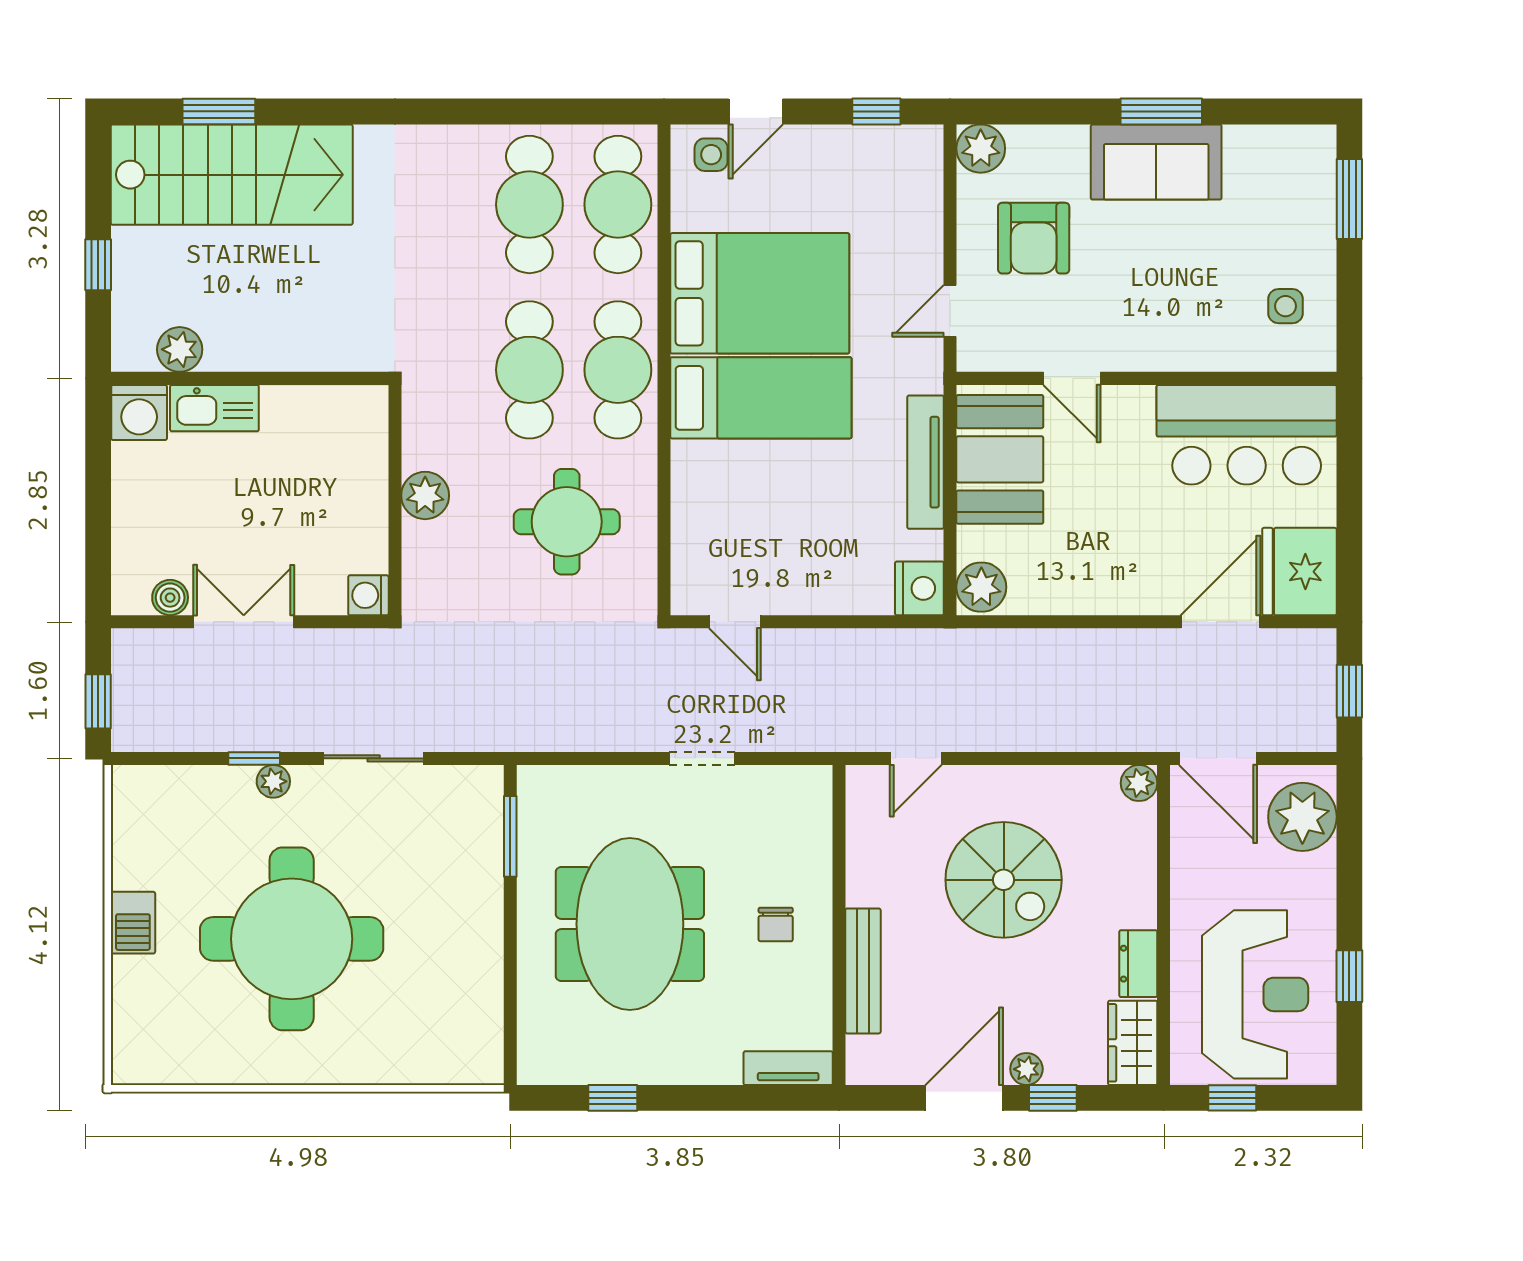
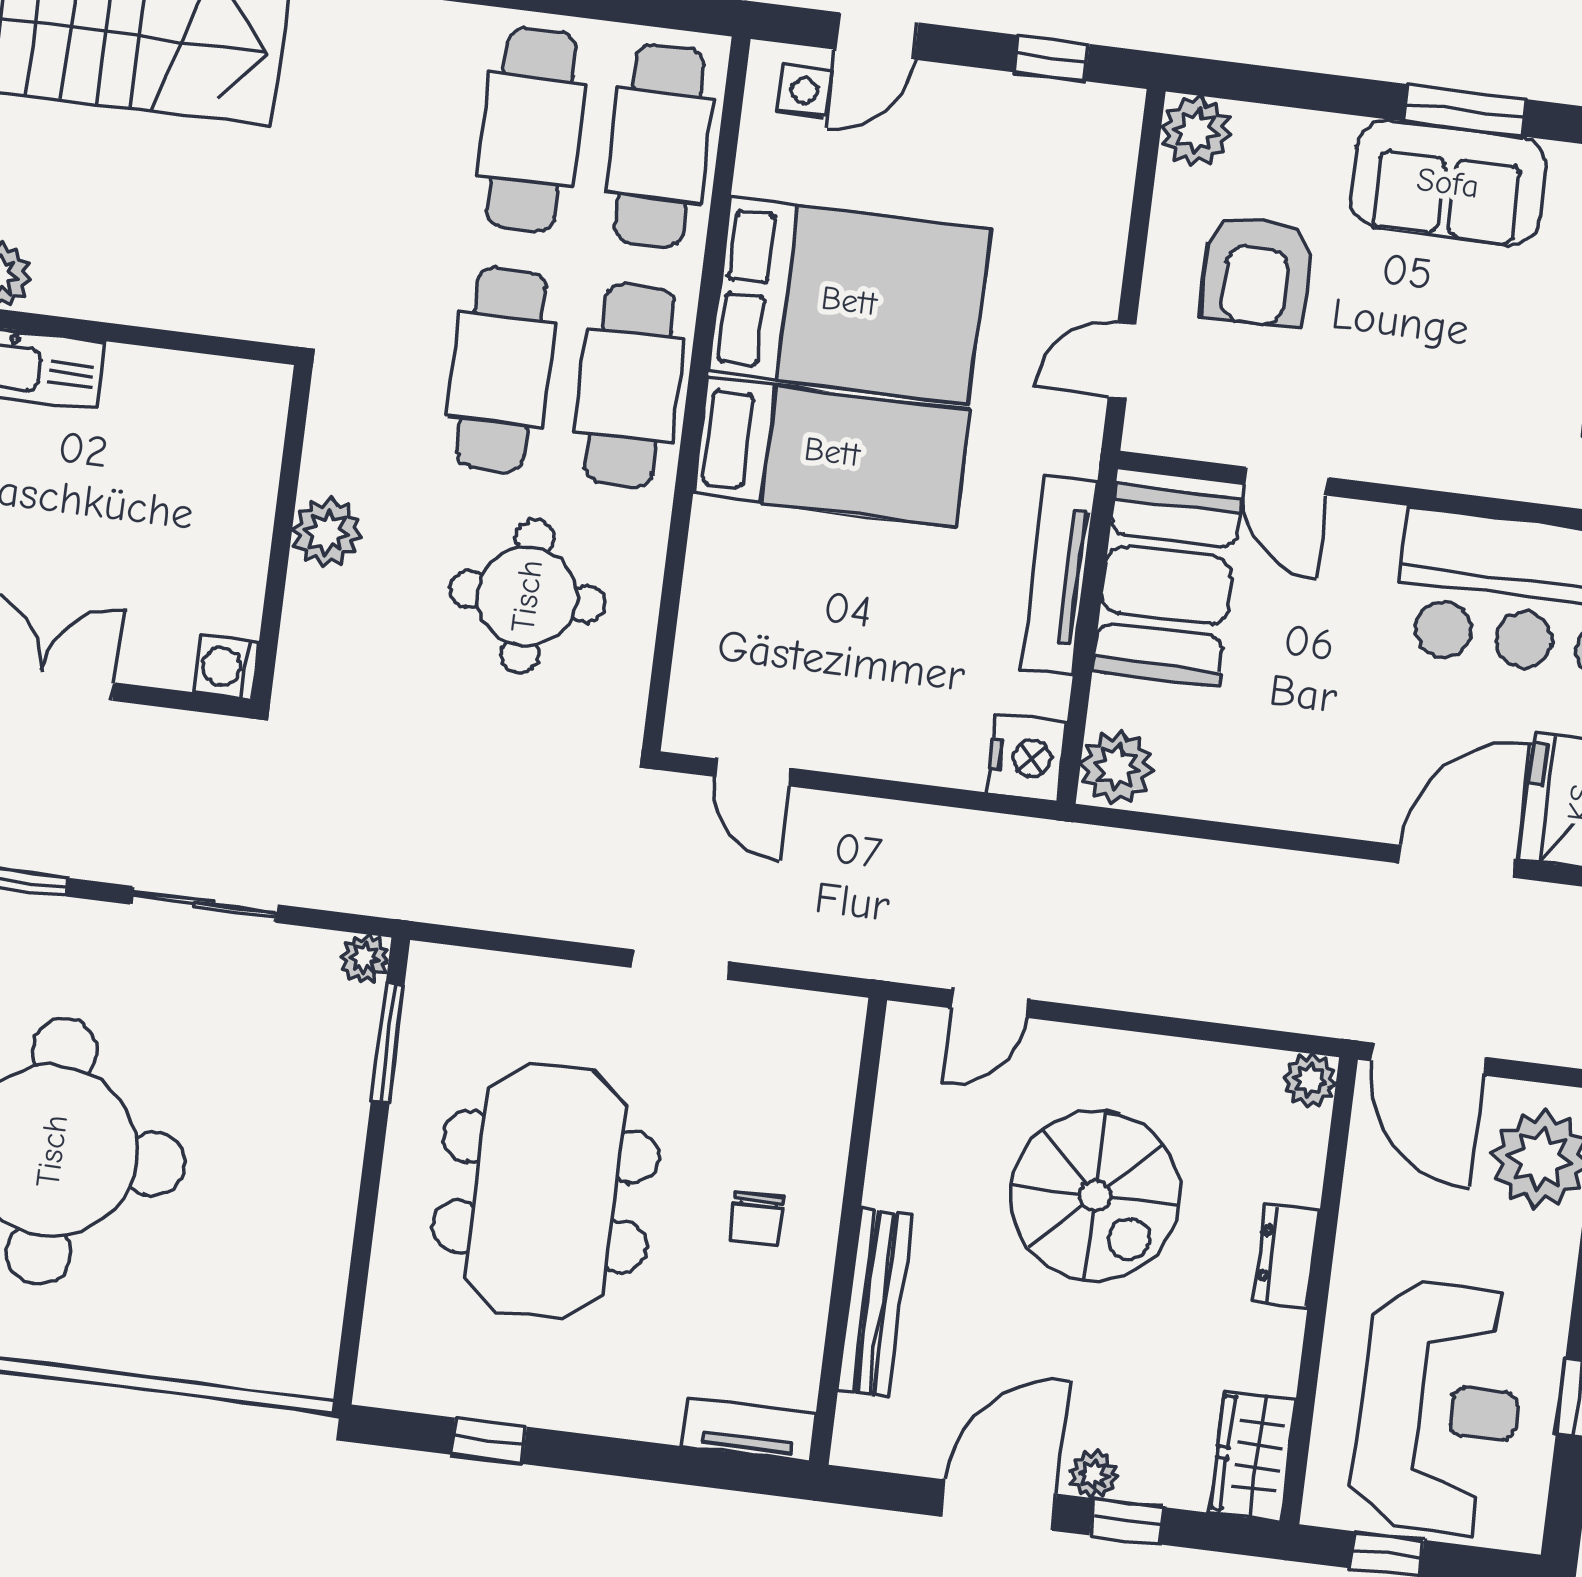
plant: (273, 781) -> (365, 959), moved
dresser: (1138, 964) -> (1286, 1256), moved

